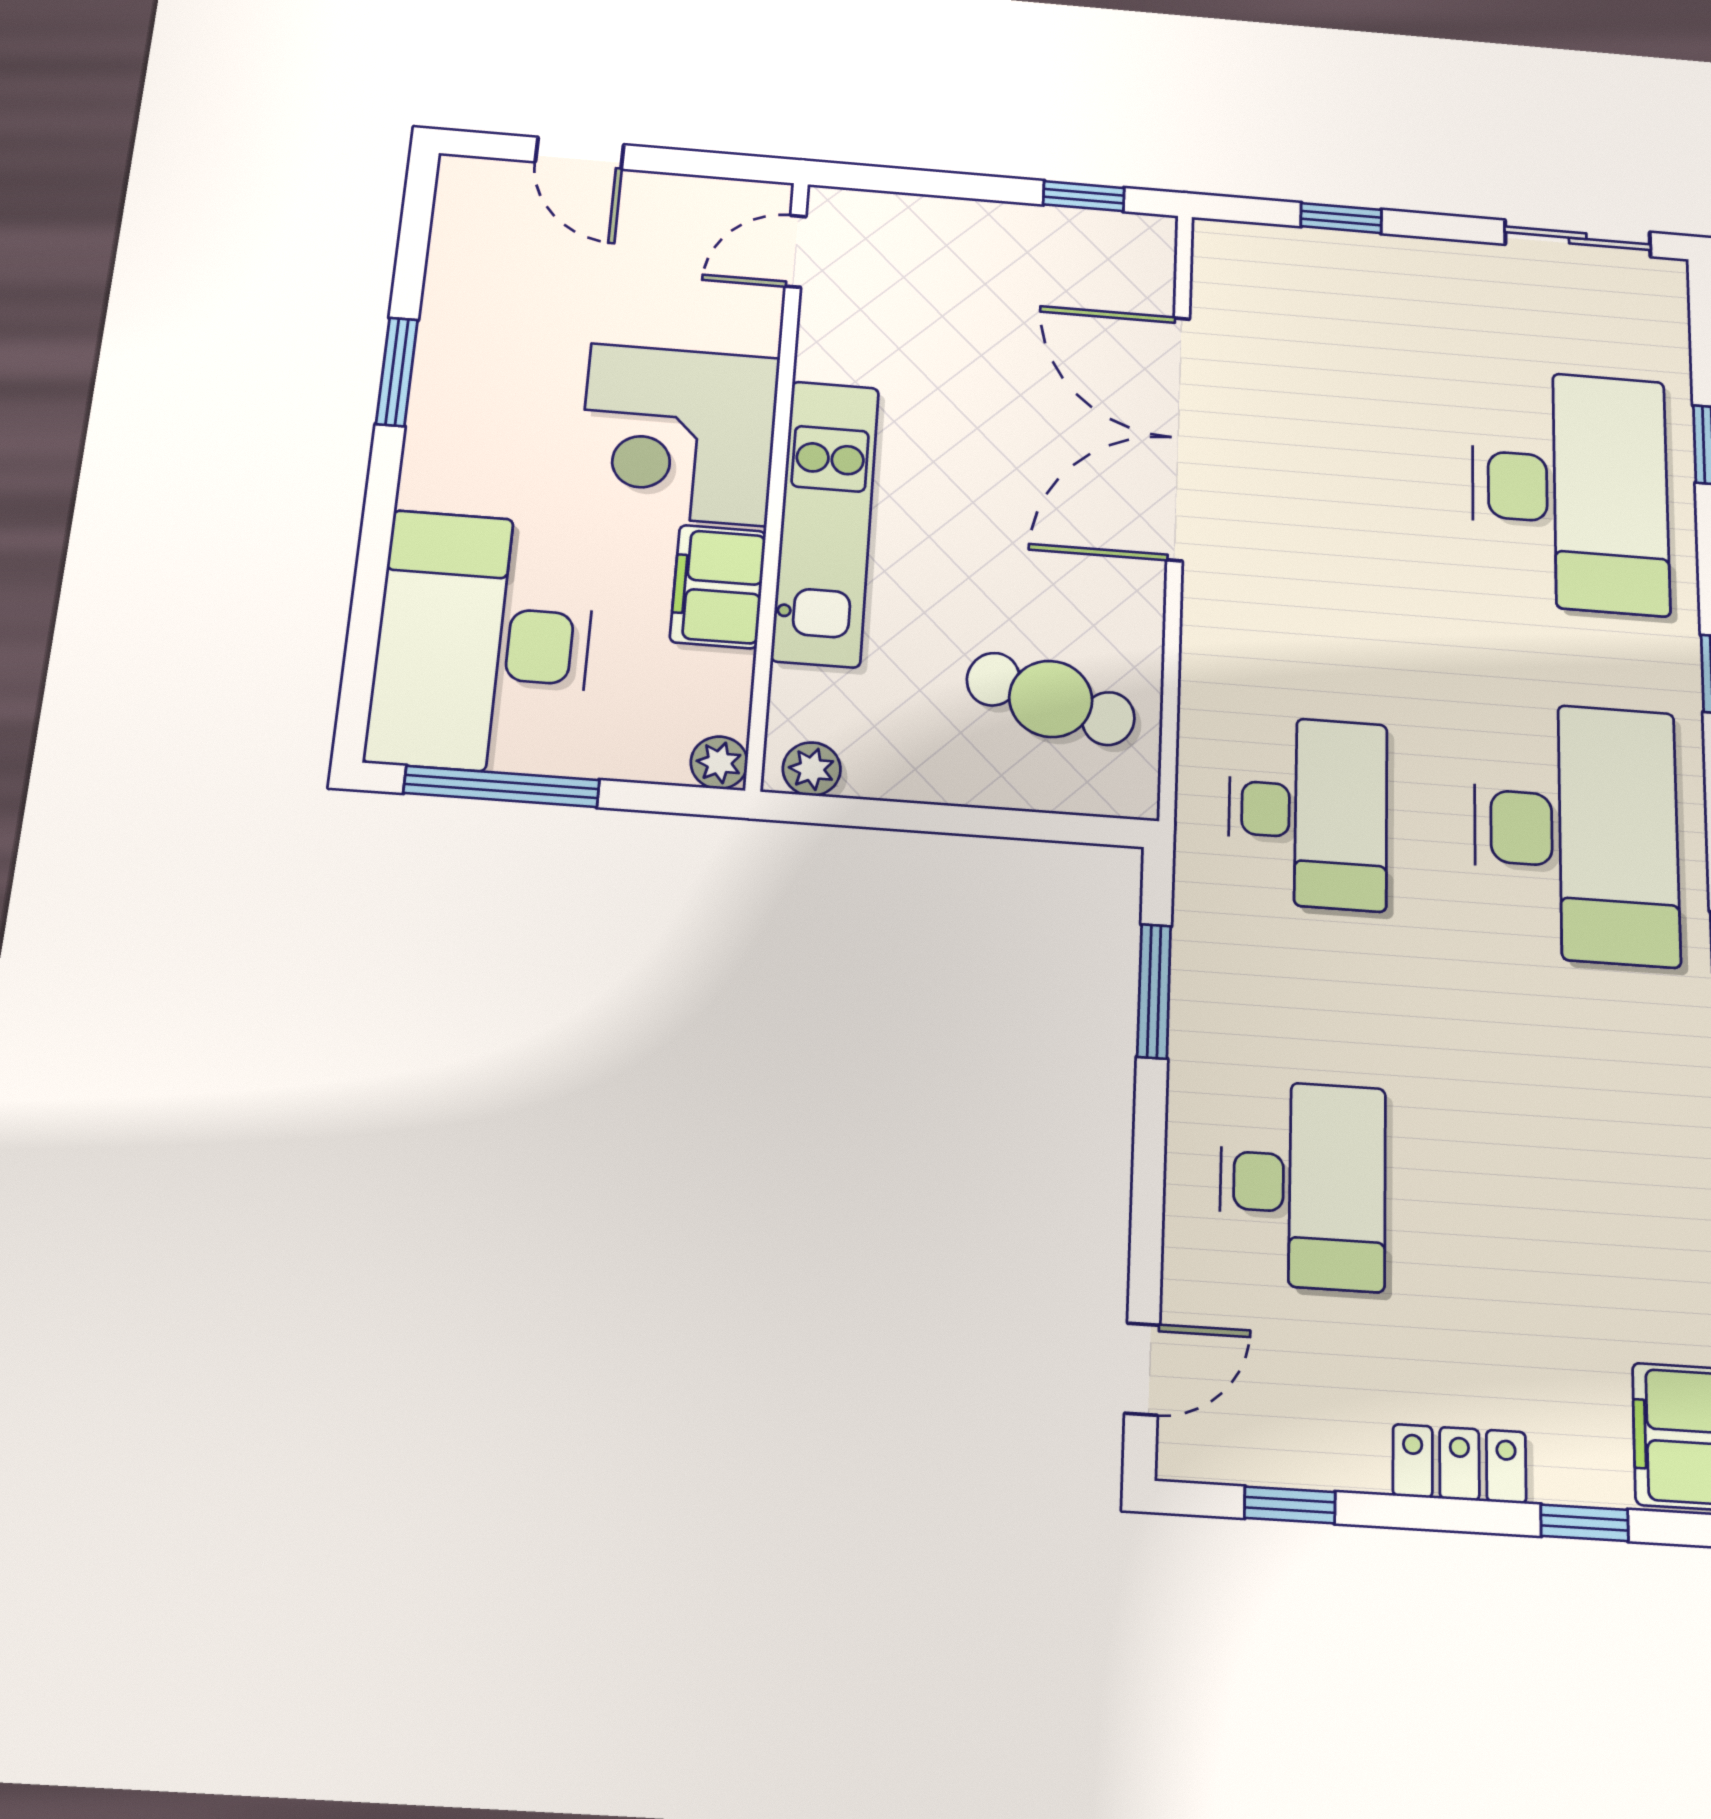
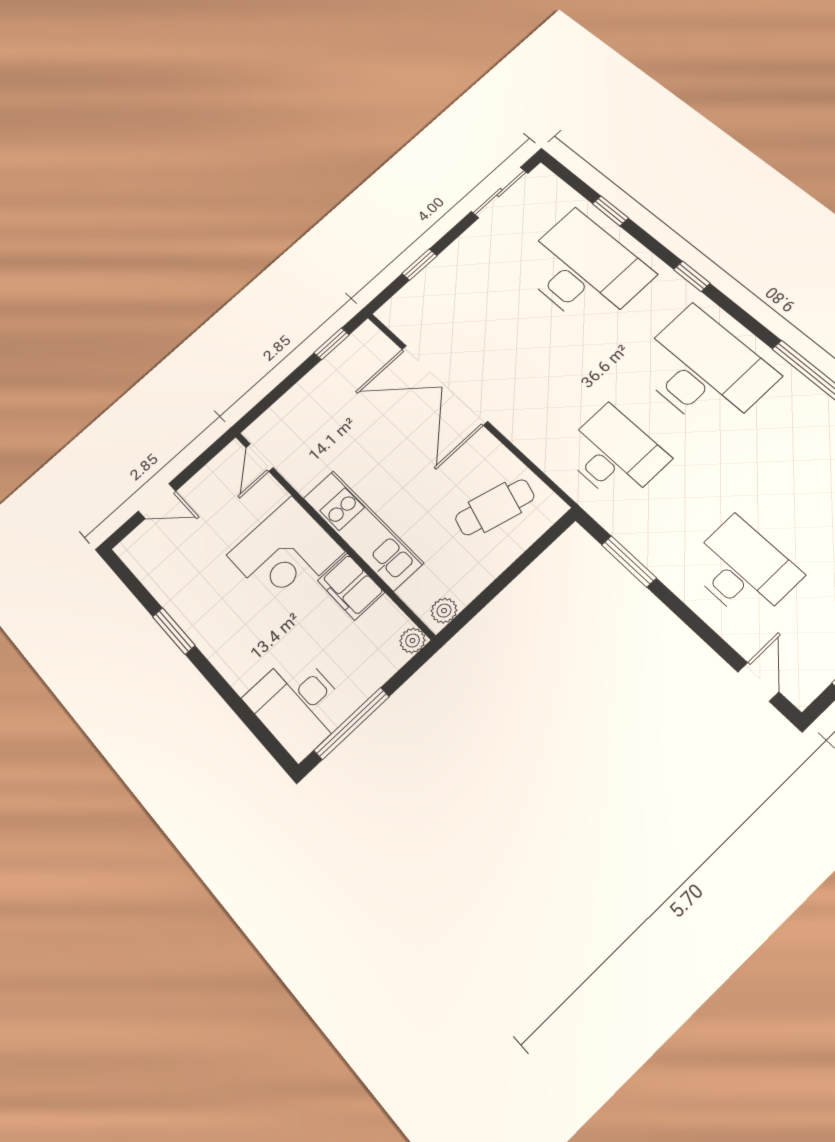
desk: (483, 642) -> (298, 705), width x0.73, depth x0.77

